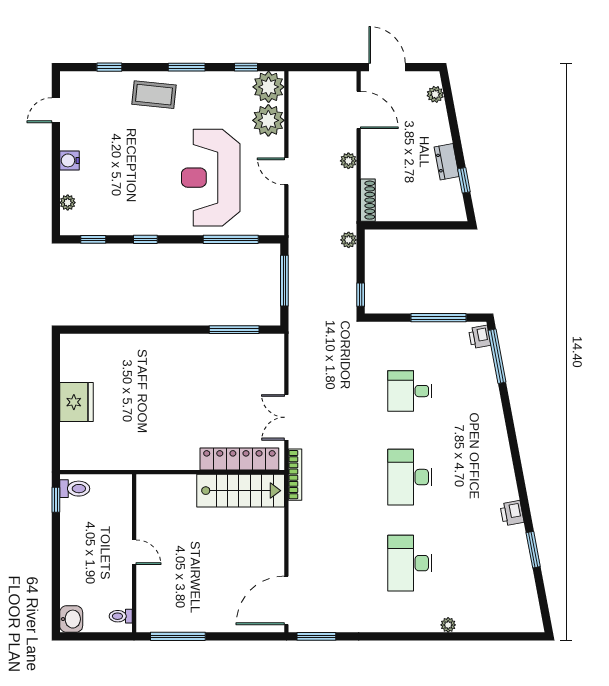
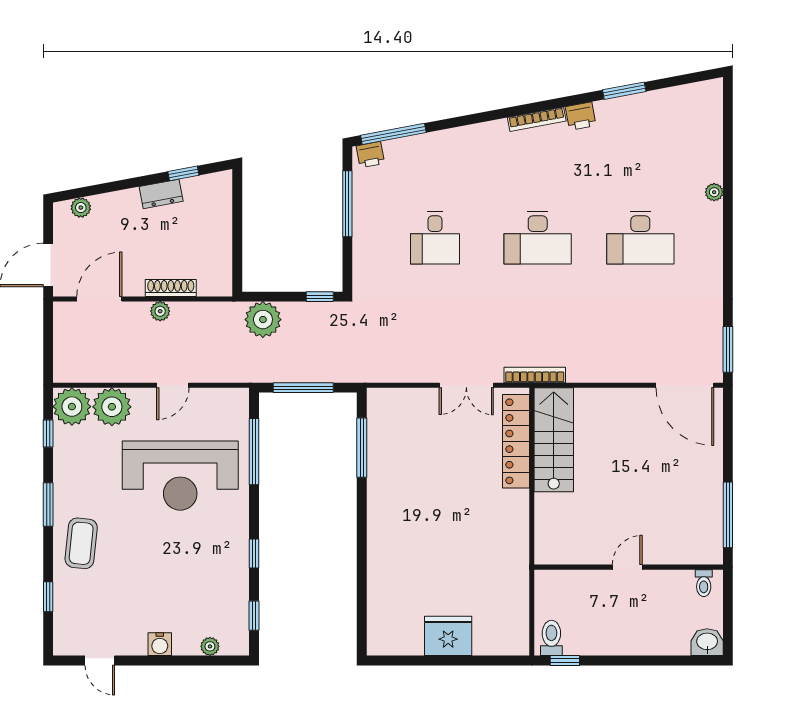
shoe rack: (368, 200) -> (171, 288), moved
plant: (349, 240) -> (263, 320), width x1.87, depth x1.87
bookcase: (509, 476) -> (537, 119), added

